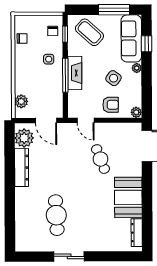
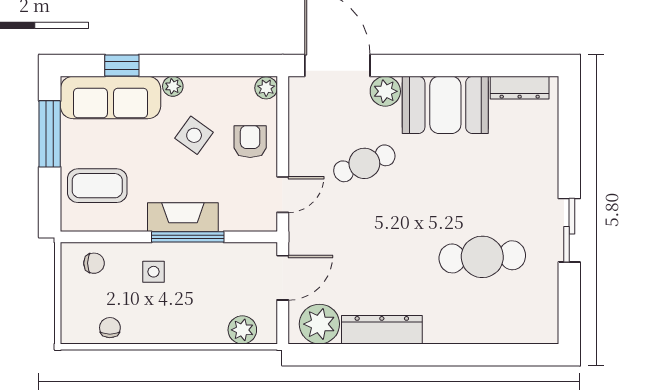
coffee table: (89, 32) -> (97, 186), turned 48
window: (65, 34) -> (101, 237), removed
plant: (135, 169) -> (385, 91), added

